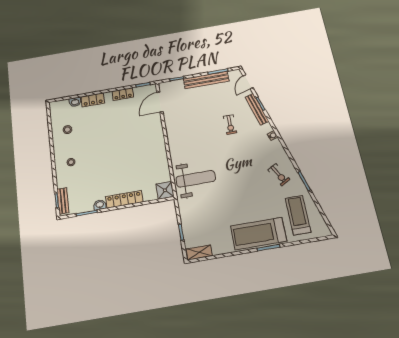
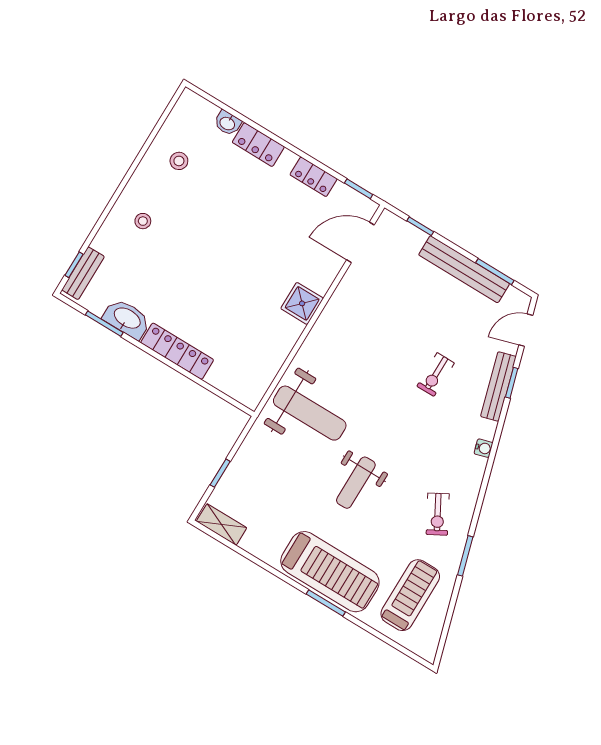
shower: (165, 190) -> (302, 303), moved
weight bench: (237, 190) -> (356, 483), added
washbasin: (100, 205) -> (127, 319), width x1.91, depth x1.45
treadmill: (259, 233) -> (330, 572), turned 180

